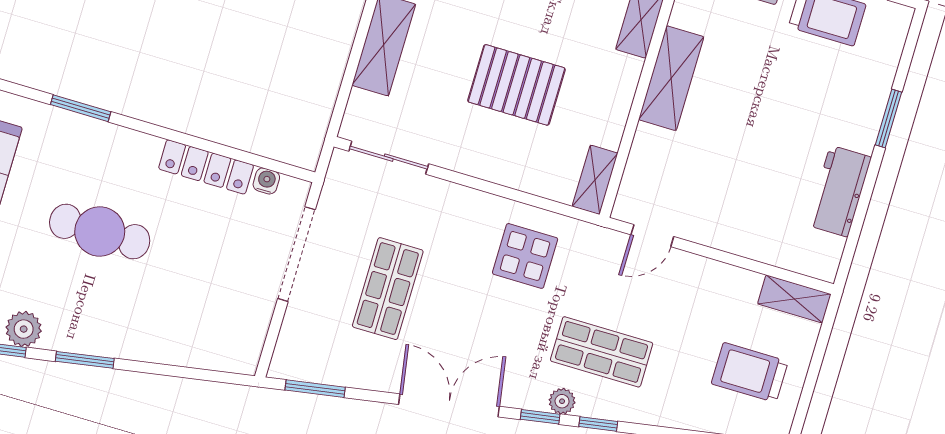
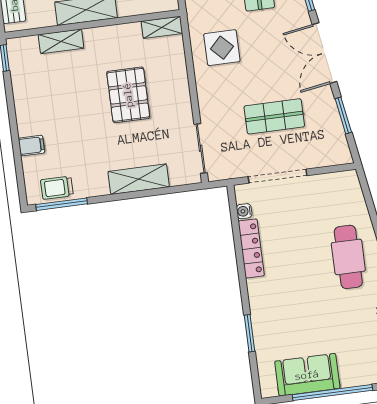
cafe table: (100, 231) -> (348, 257), moved
window: (315, 389) -> (343, 116), moved

